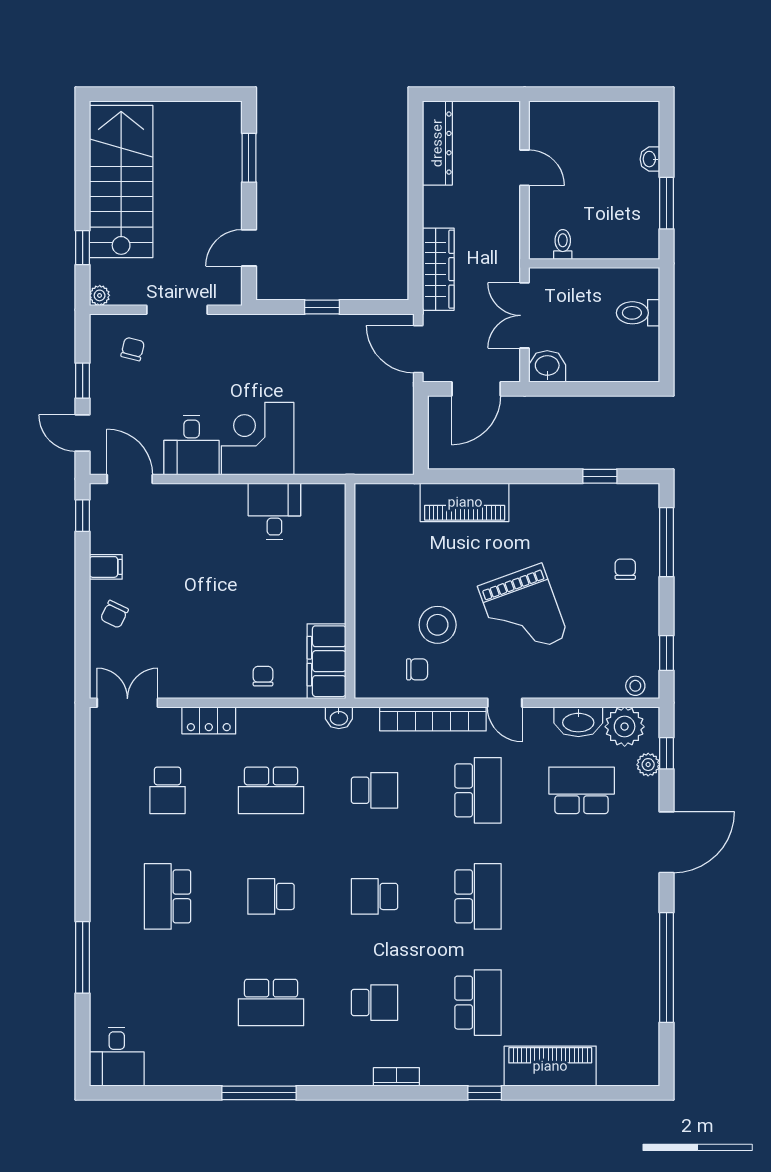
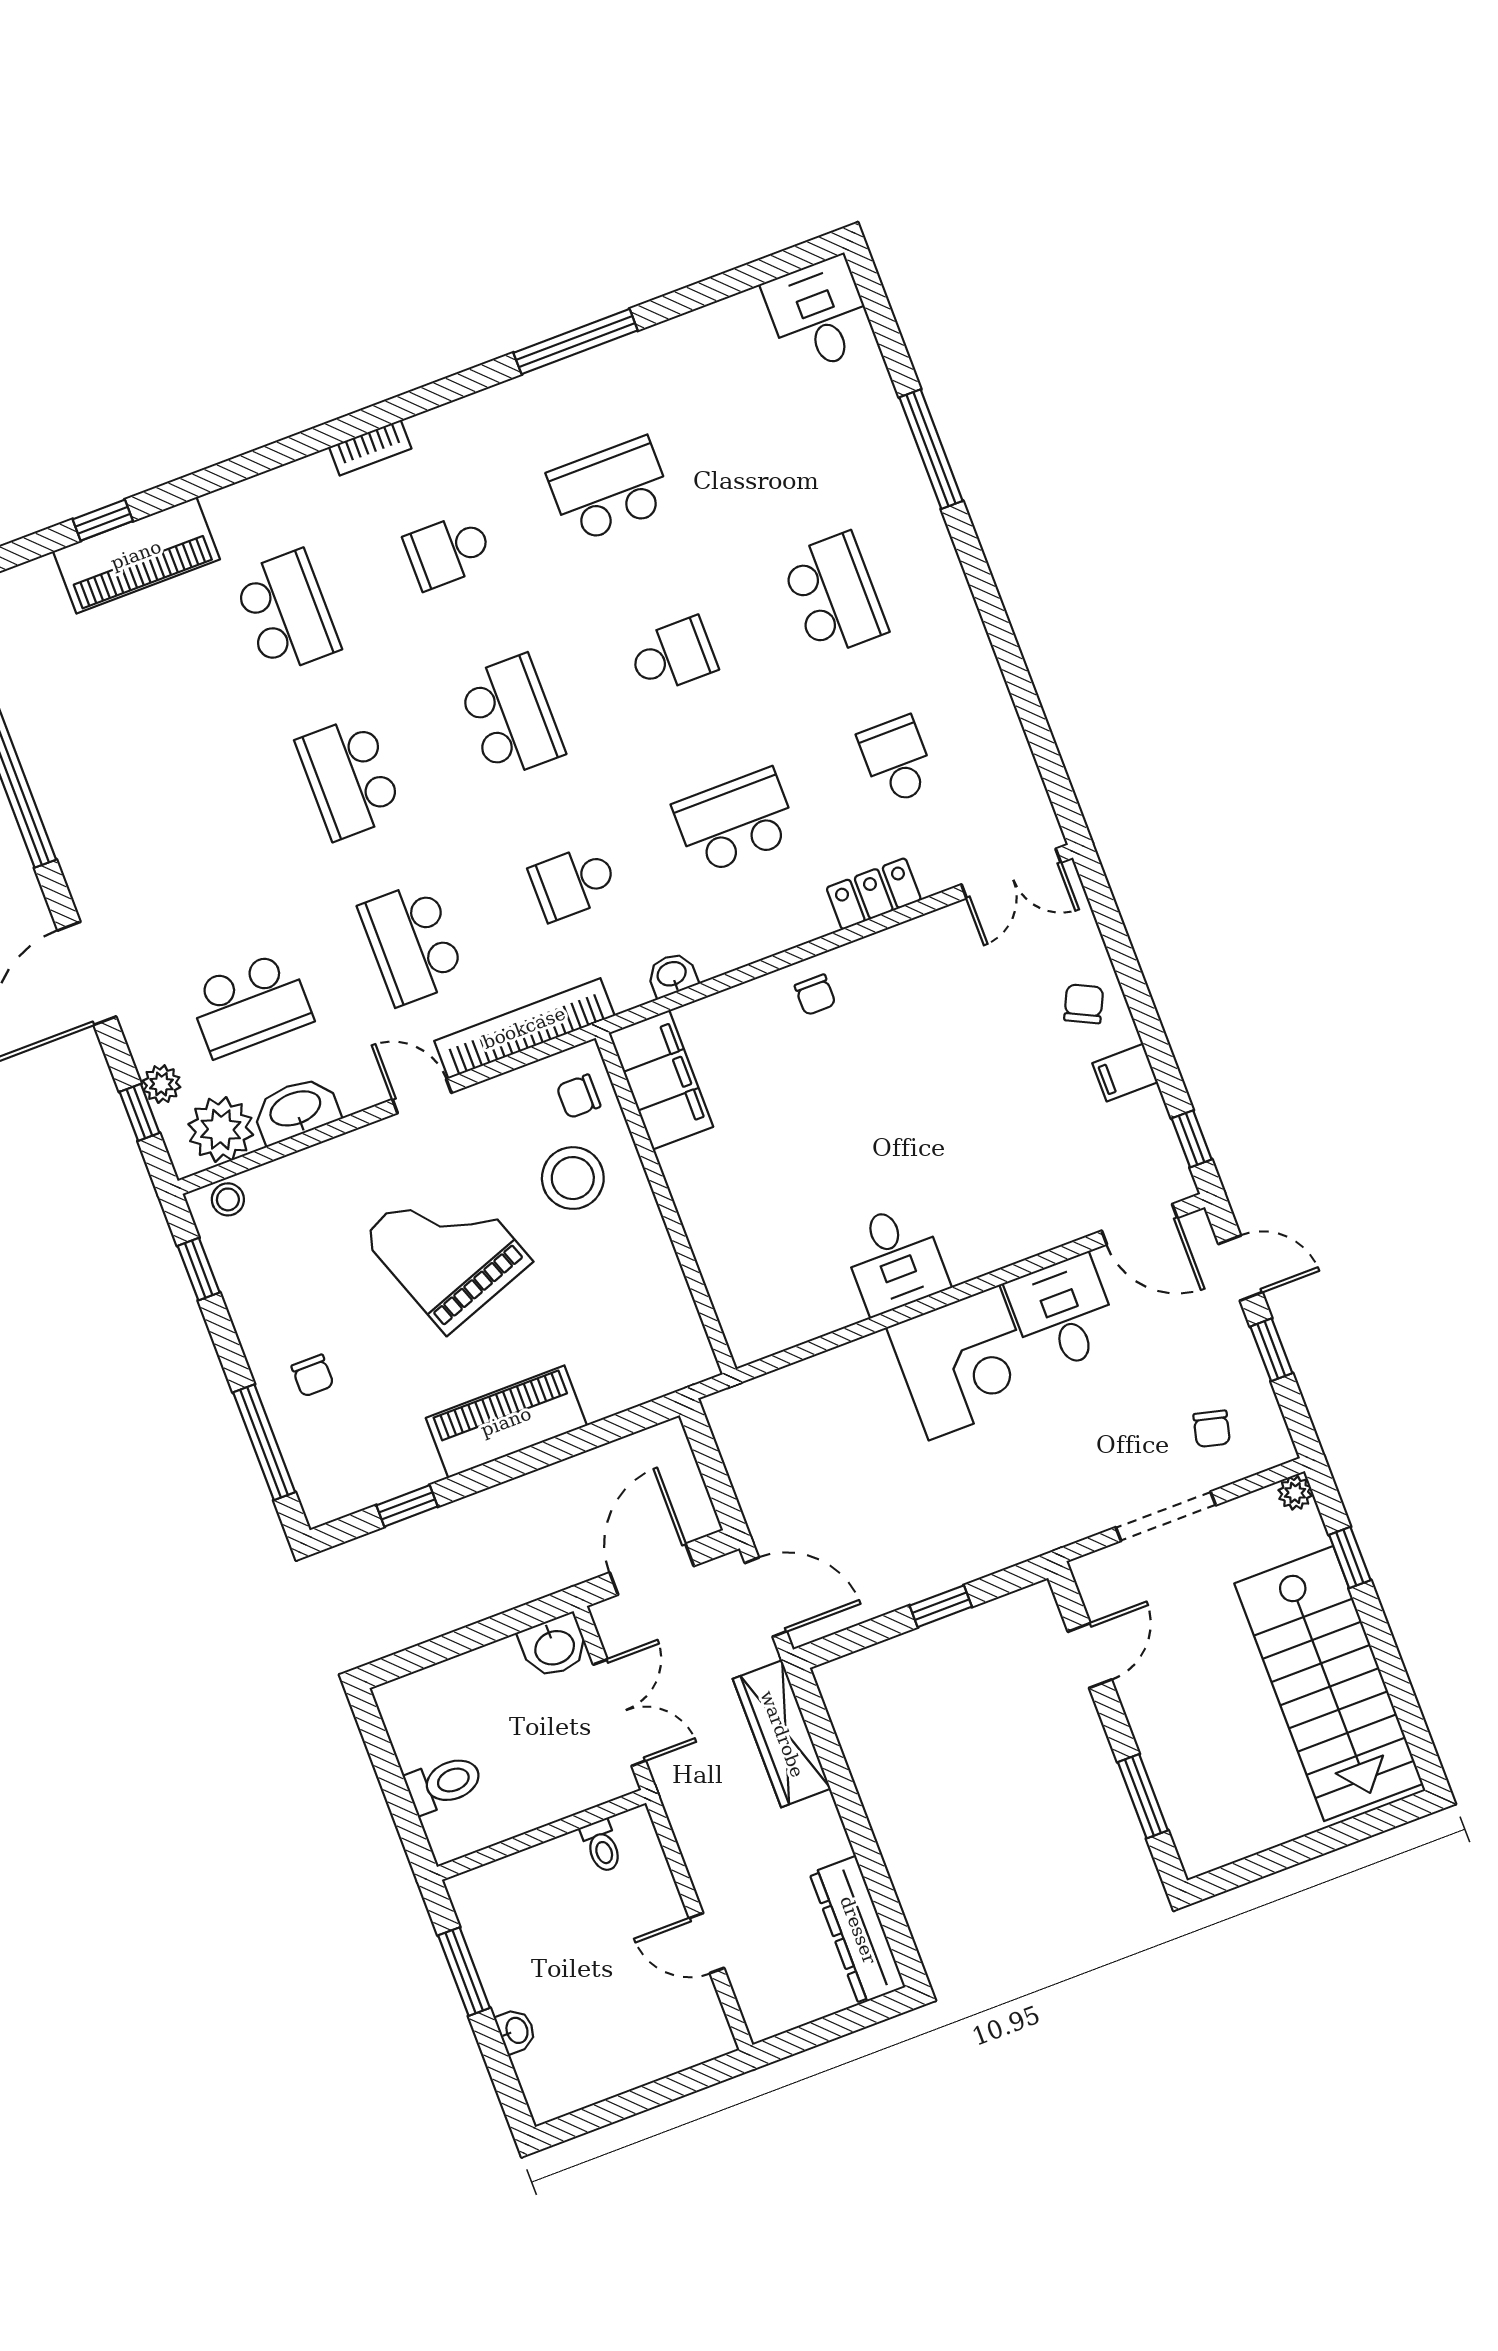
piano: (465, 502) -> (506, 1422), moved
wall: (350, 591) -> (666, 1204), moved
filing cabinet: (326, 661) -> (661, 1080), moved
school desk: (375, 896) -> (511, 717), width x1.85
school desk: (478, 1003) -> (287, 612), turned 180
window: (485, 1093) -> (103, 520), moved

